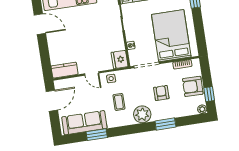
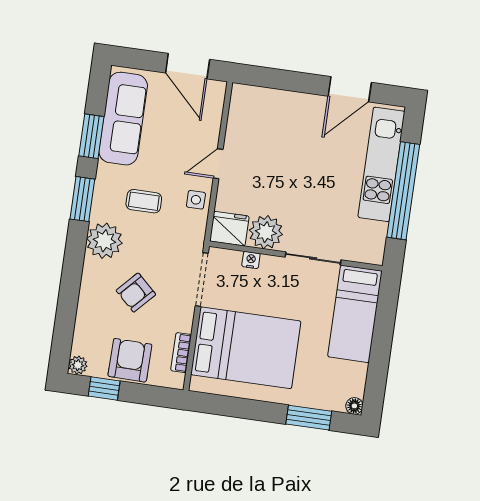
plant: (116, 42) -> (266, 232), added
kitchen counter: (65, 70) -> (242, 111), removed
armchair: (161, 93) -> (136, 293), turned 133
window: (165, 124) -> (82, 199), moved

